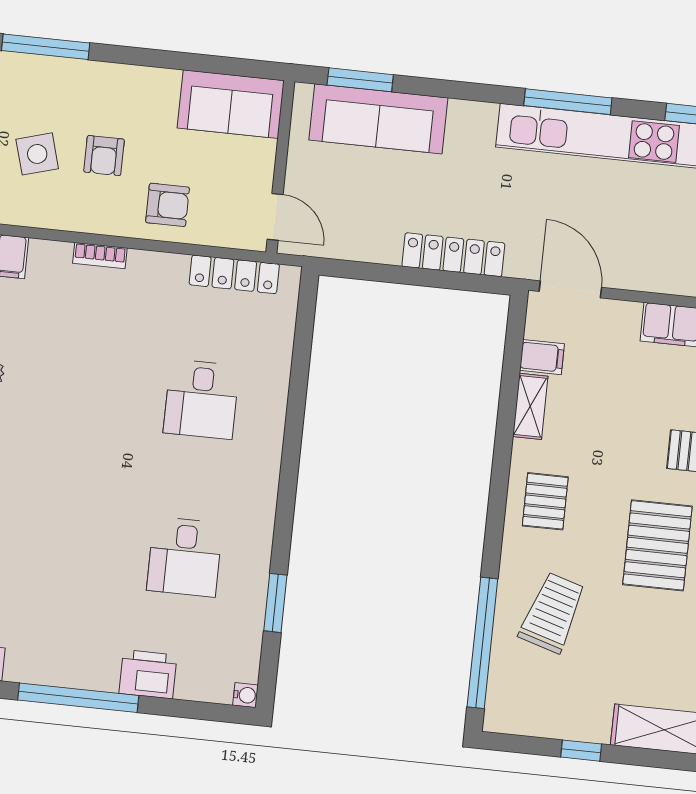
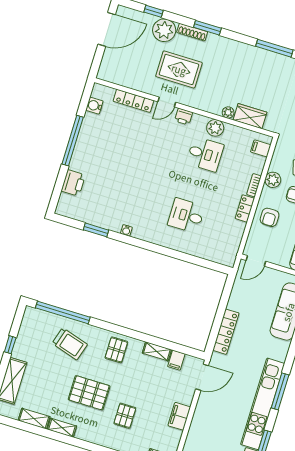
plant: (79, 214) -> (273, 180), added
locker: (234, 274) -> (245, 208), moved, width x0.66
pallet: (545, 501) -> (116, 350), turned 90
desk: (185, 557) -> (205, 154), moved, turned 180
printer: (148, 674) -> (73, 183), moved
water cooler: (245, 695) -> (126, 230), moved

